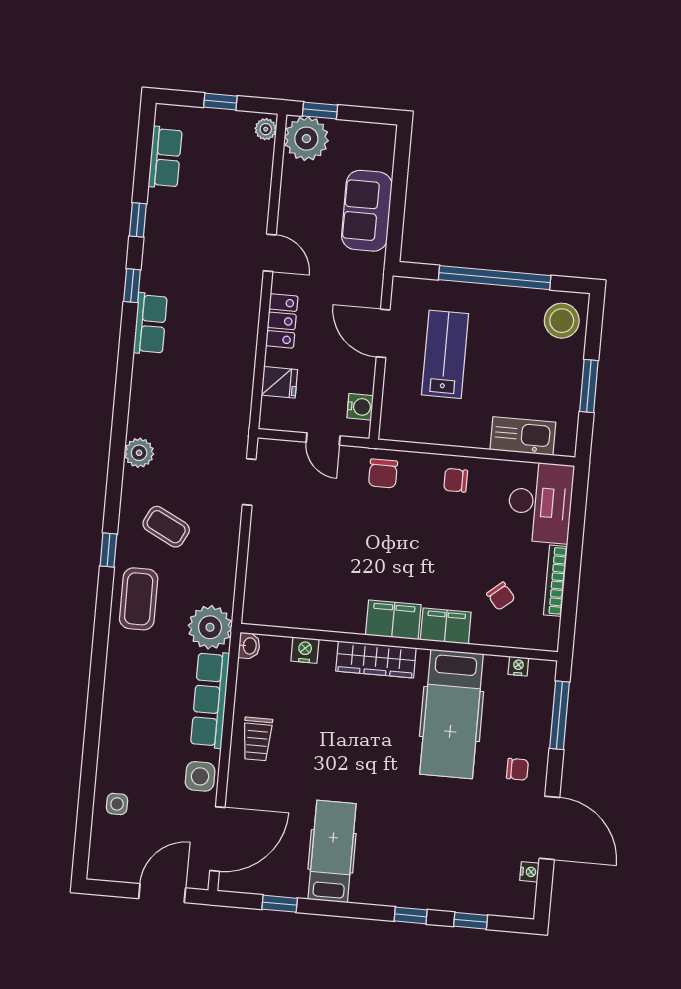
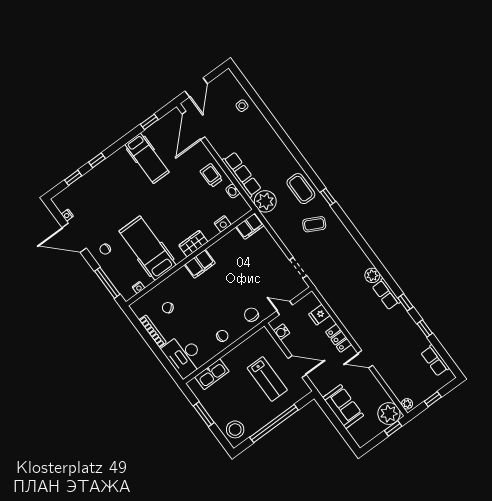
plant: (139, 453) -> (372, 275), moved
filing cabinet: (446, 626) -> (250, 226), moved
washbasin: (249, 646) -> (233, 191), moved
wardrobe: (376, 660) -> (193, 244), width x0.67
side table: (200, 776) -> (220, 143), removed

